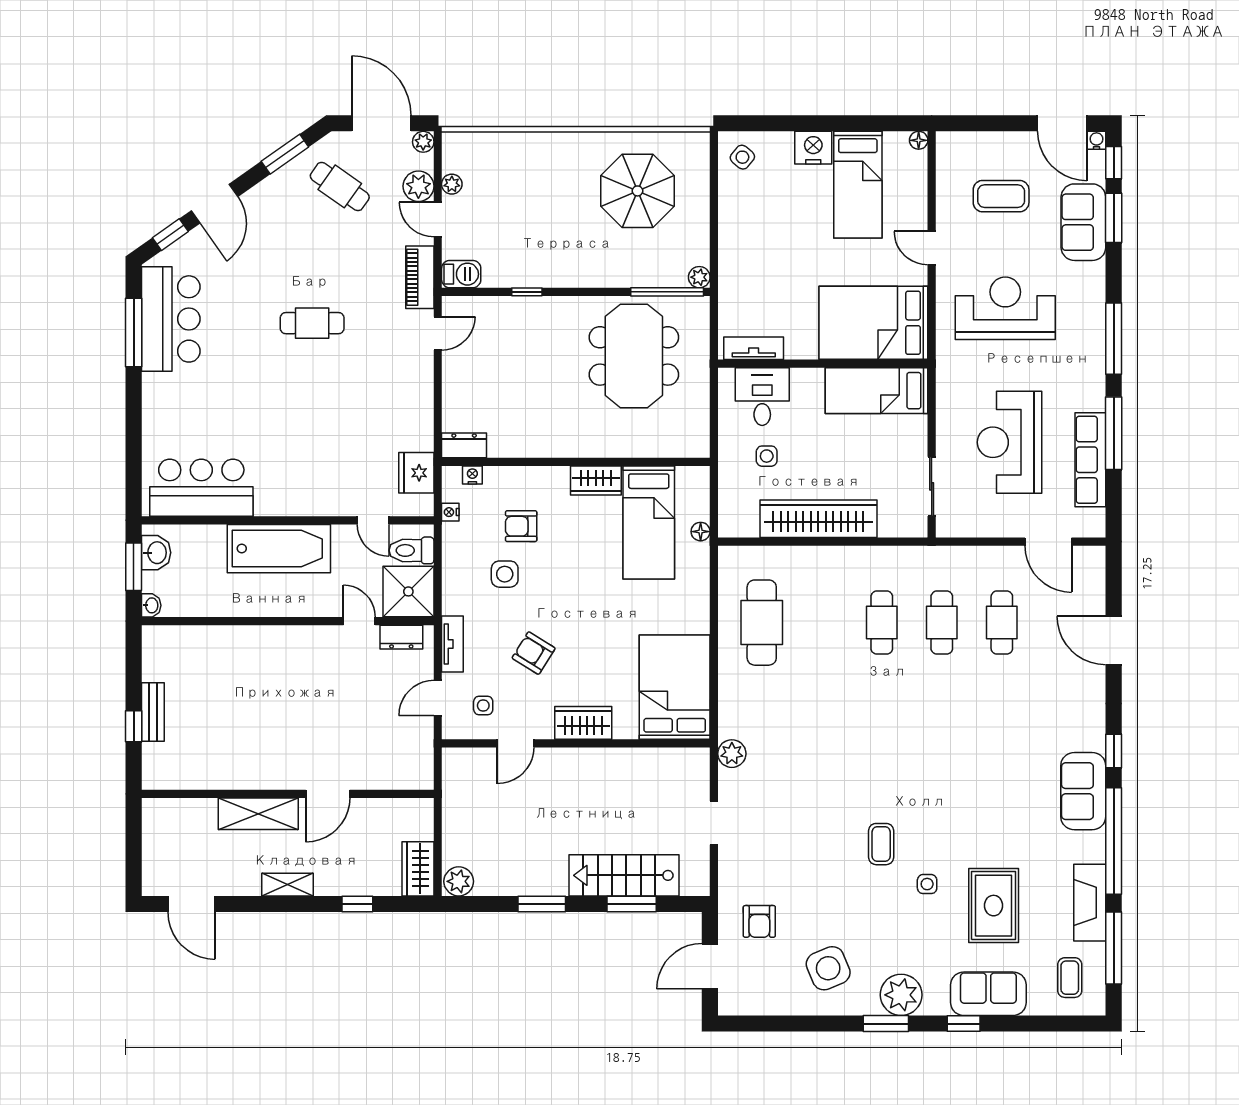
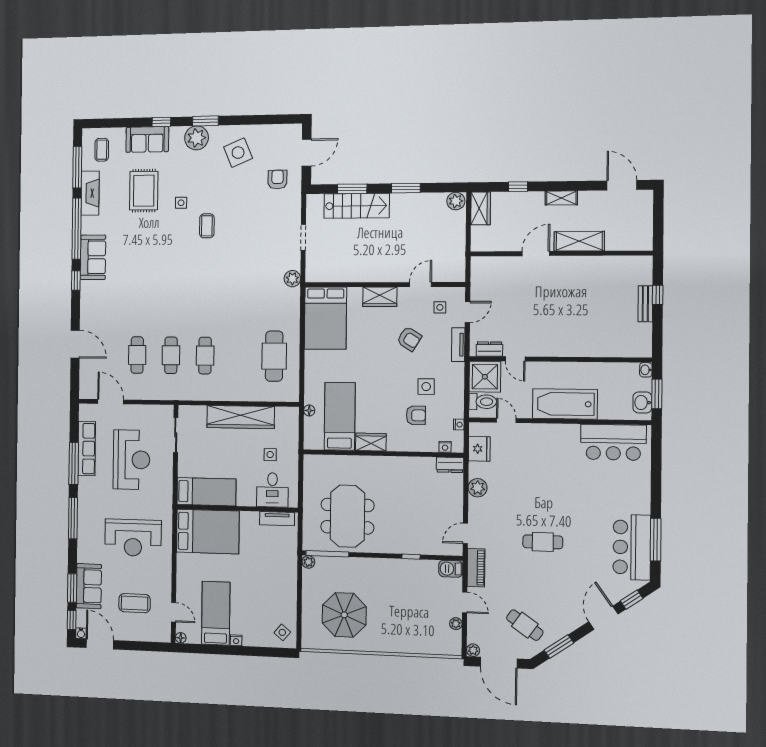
nightstand: (813, 148) -> (236, 640), width x0.53, depth x0.56
plant: (418, 186) -> (478, 488), moved
door: (932, 248) -> (174, 612), moved

